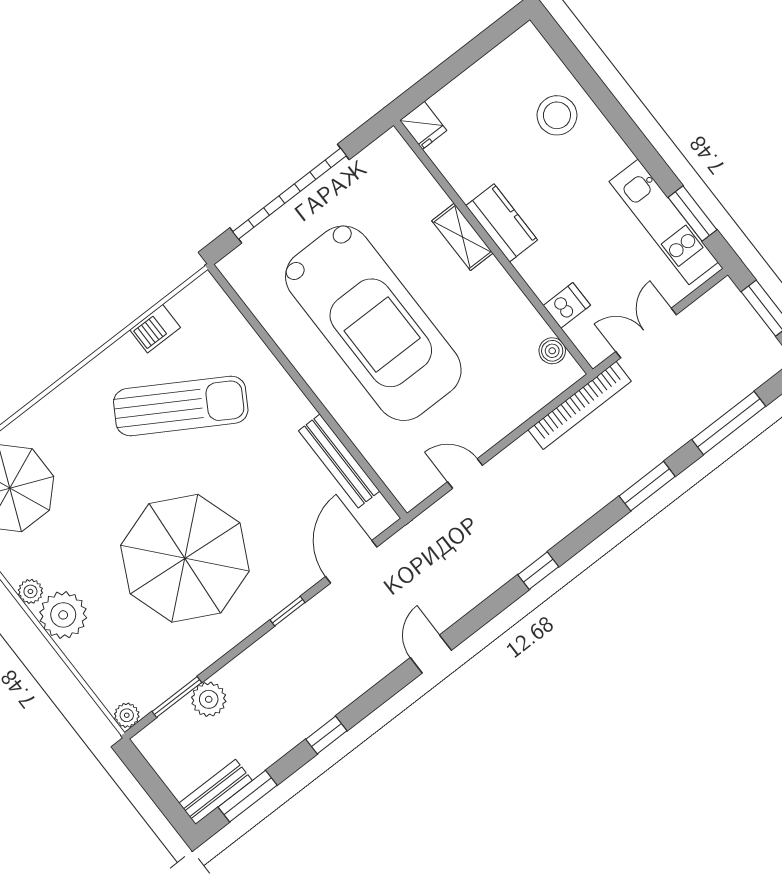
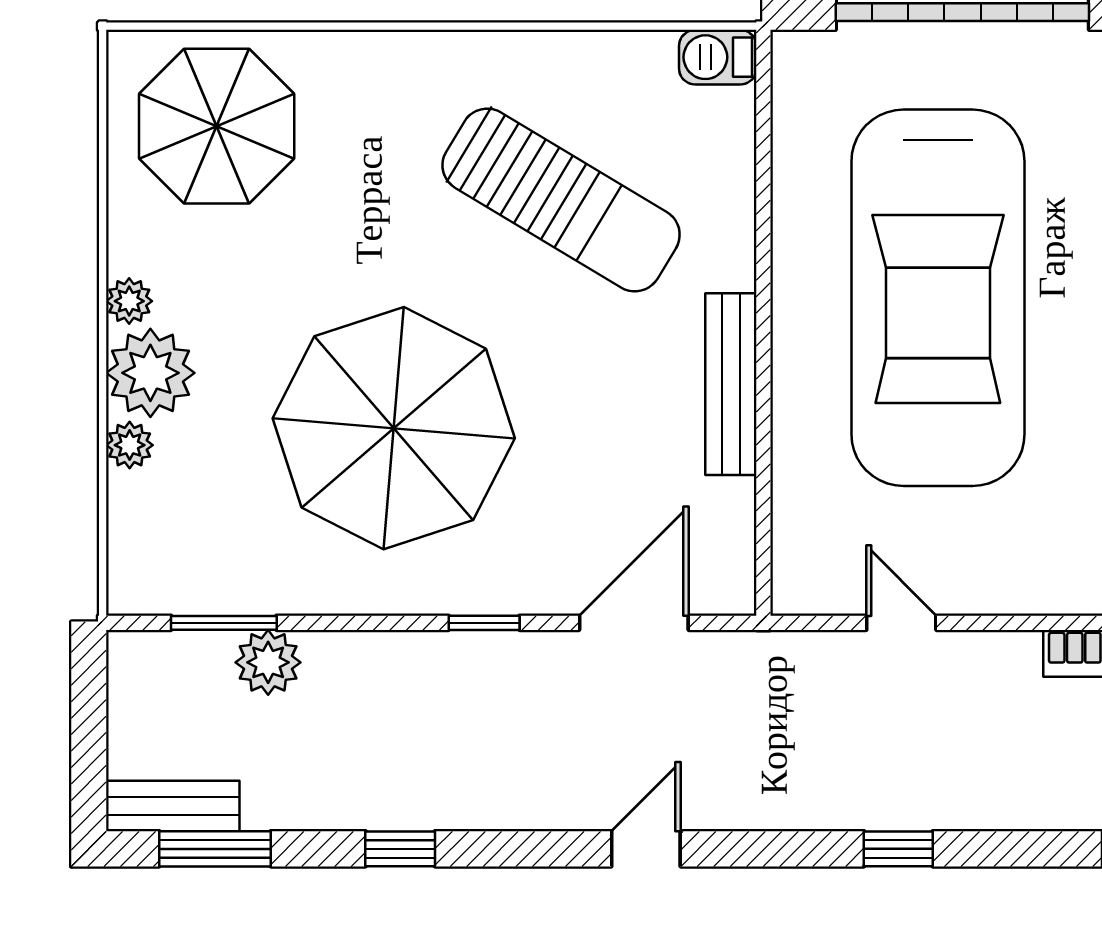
barbecue: (155, 329) -> (718, 57), moved
bench: (339, 461) -> (731, 384), moved
plant: (127, 715) -> (130, 445), moved

